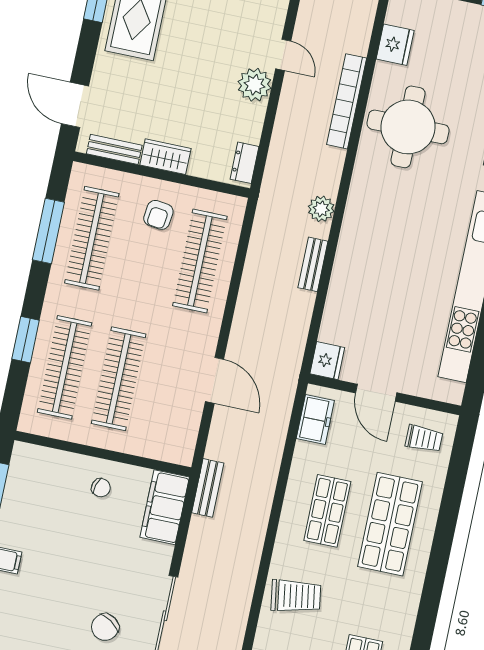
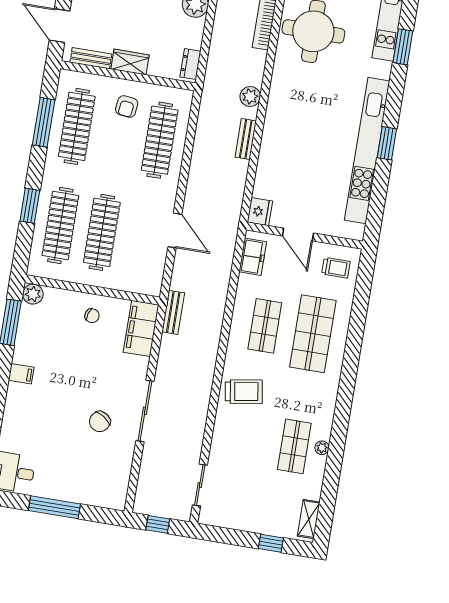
plant: (25, 456) -> (33, 294), added

